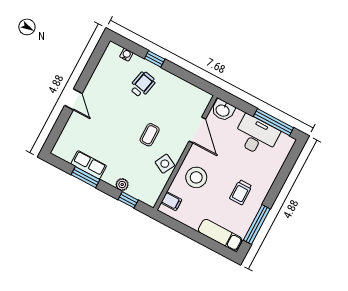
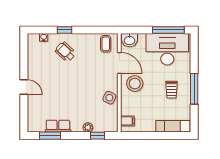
wheelchair: (142, 84) -> (65, 52), turned -59
coffee table: (150, 135) -> (106, 44), moved
desk: (256, 136) -> (167, 49), width x1.36, depth x1.30
window: (85, 177) -> (50, 136), moved
stool: (196, 177) -> (135, 83), moved
window: (257, 224) -> (194, 89), moved

